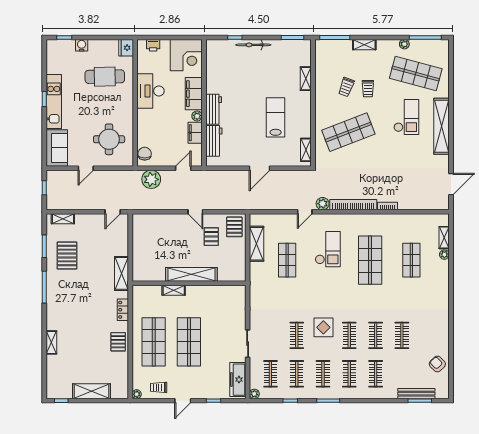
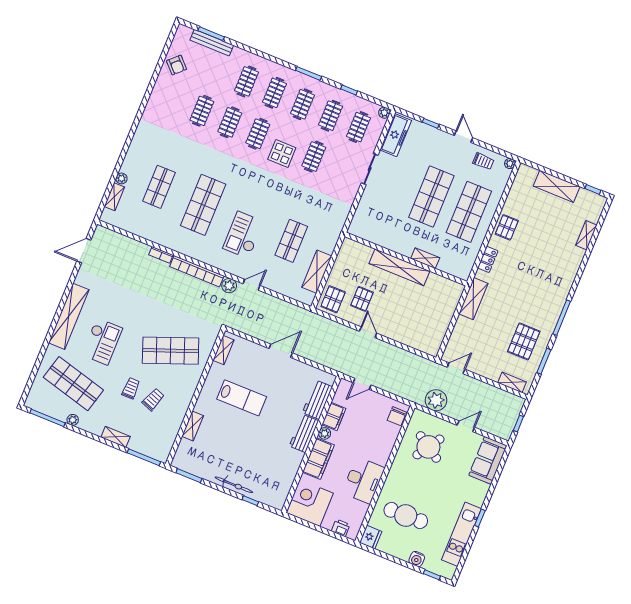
kitchen unit: (54, 101) -> (461, 534), moved
lab bench: (276, 117) -> (242, 398), turned -90
checkout: (406, 117) -> (102, 342), turned 180
round table: (109, 139) -> (428, 447), turned 33
plant: (151, 179) -> (436, 400), moved
shelving: (51, 342) -> (586, 235), moved
door: (183, 401) -> (463, 137), hinge flipped

